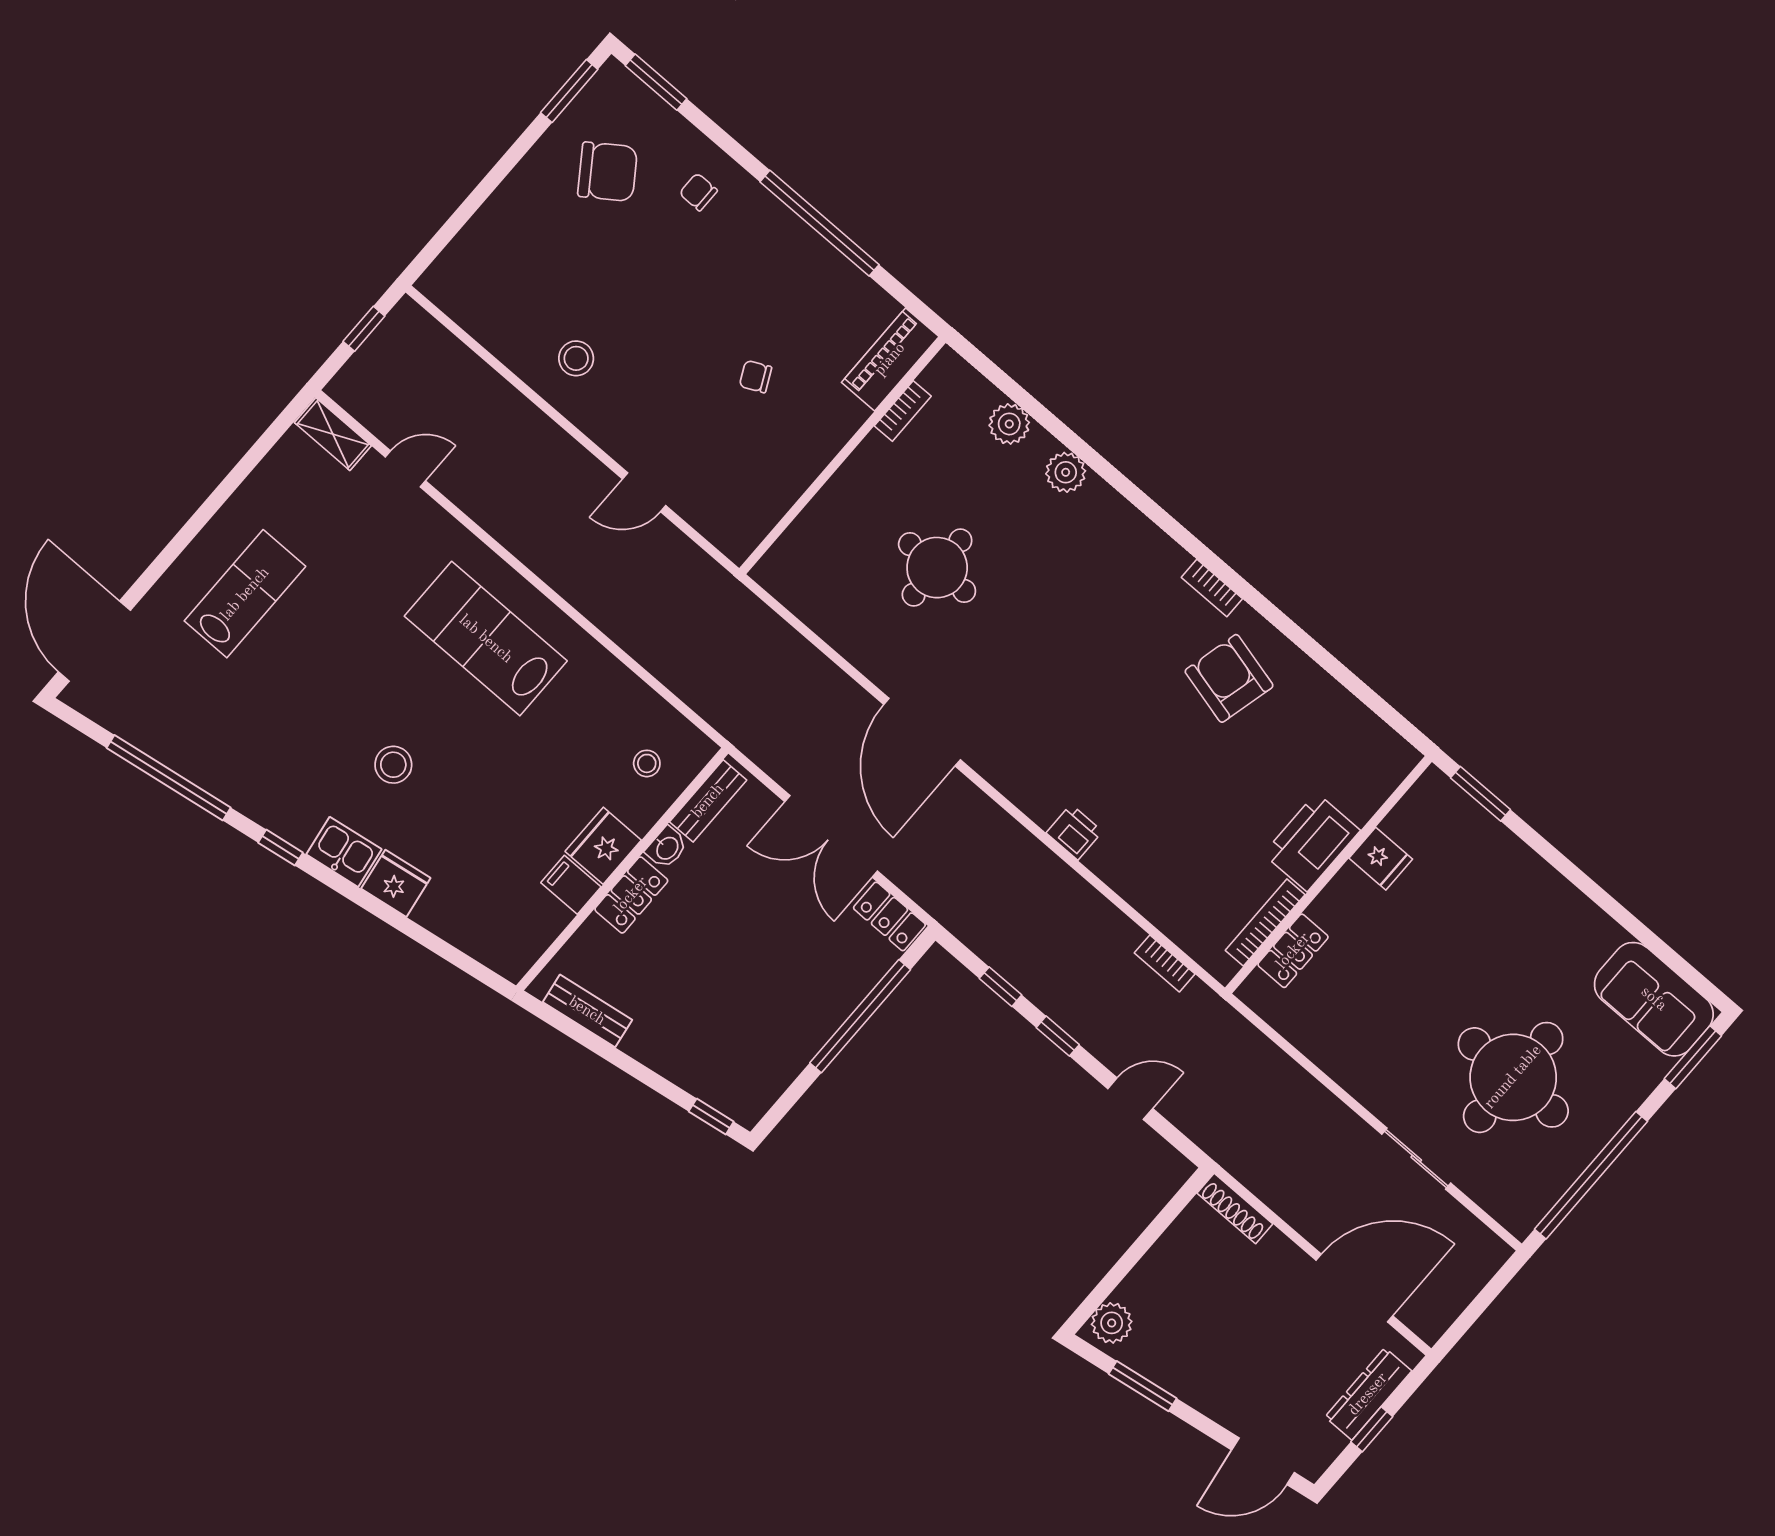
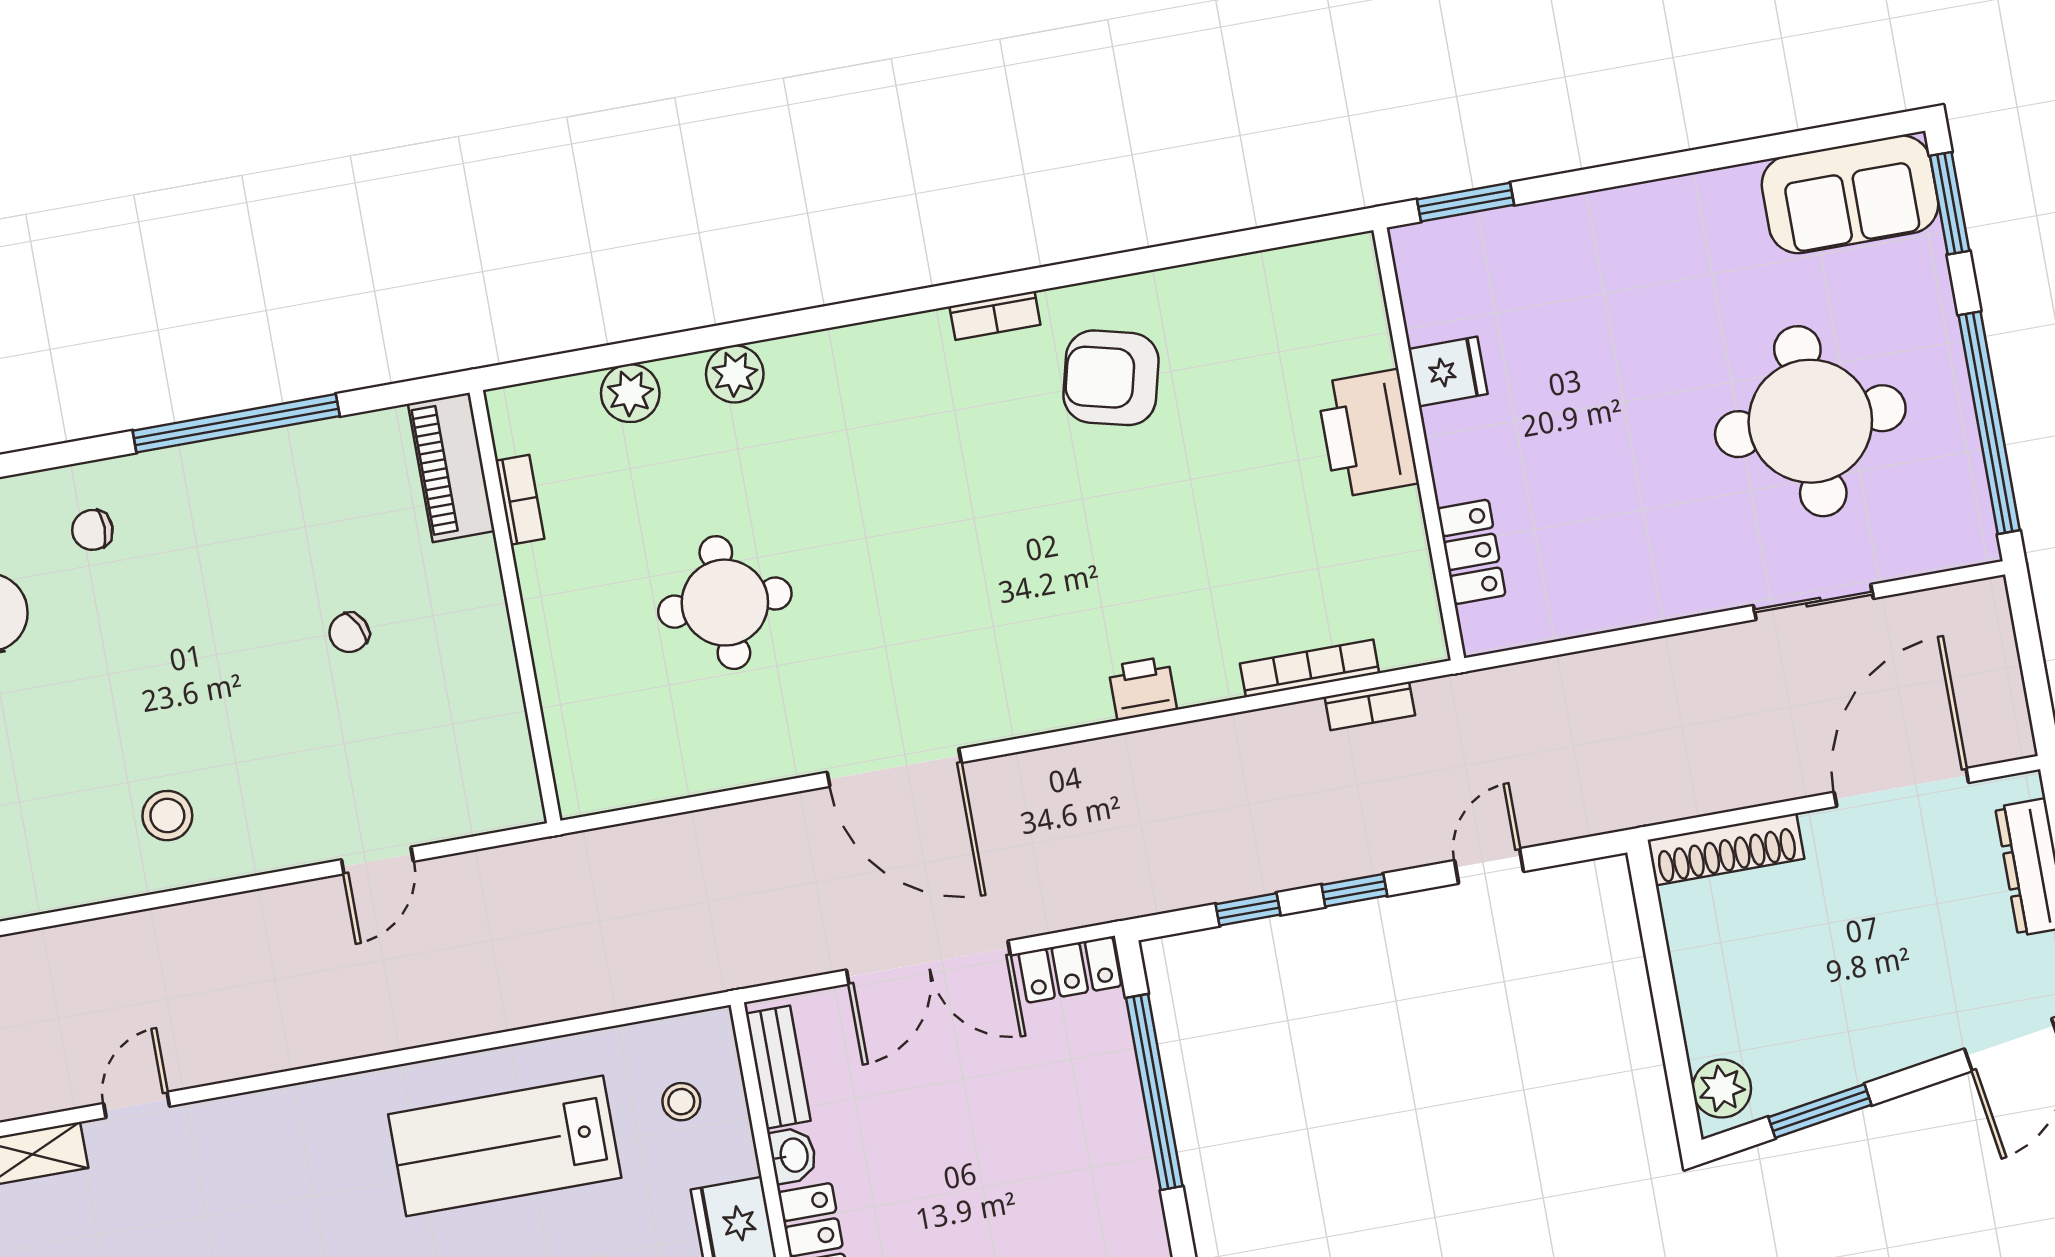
lab bench: (486, 639) -> (505, 1146), moved
bookcase: (1265, 922) -> (1310, 668), moved, turned 90
shoe rack: (1235, 1208) -> (1726, 849), width x1.36, depth x1.24

